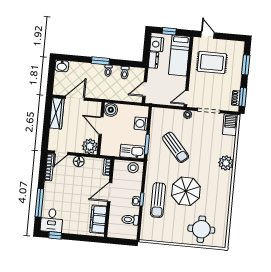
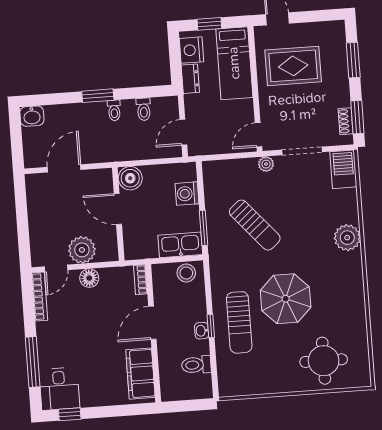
wardrobe: (57, 113) -> (37, 200), removed
plant: (90, 146) -> (82, 250), moved

